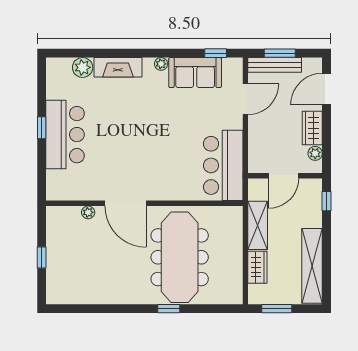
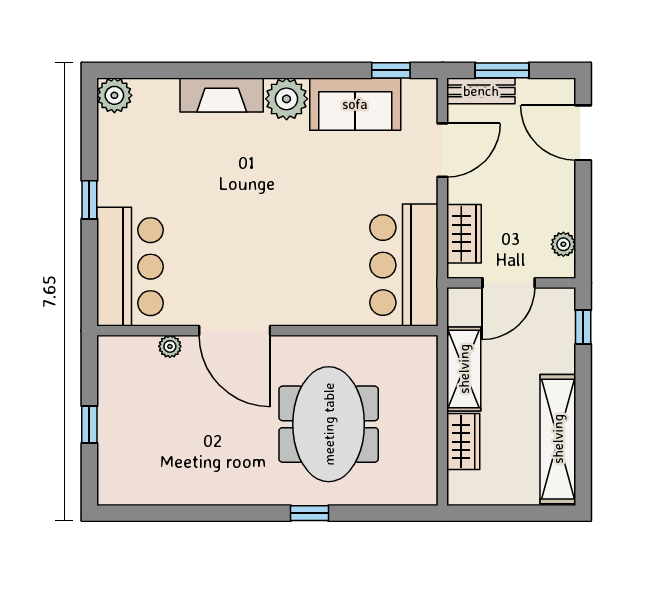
plant: (161, 64) -> (287, 99), width x1.87, depth x1.87
bench: (275, 65) -> (481, 91), width x0.73
plant: (83, 67) -> (114, 95), moved
door: (326, 89) -> (583, 133), hinge flipped
wardrobe: (312, 128) -> (464, 234), moved, turned 180
bar counter: (65, 135) -> (130, 267), moved
meeting table: (180, 257) -> (329, 424), width x0.73
window: (277, 309) -> (497, 513), removed

